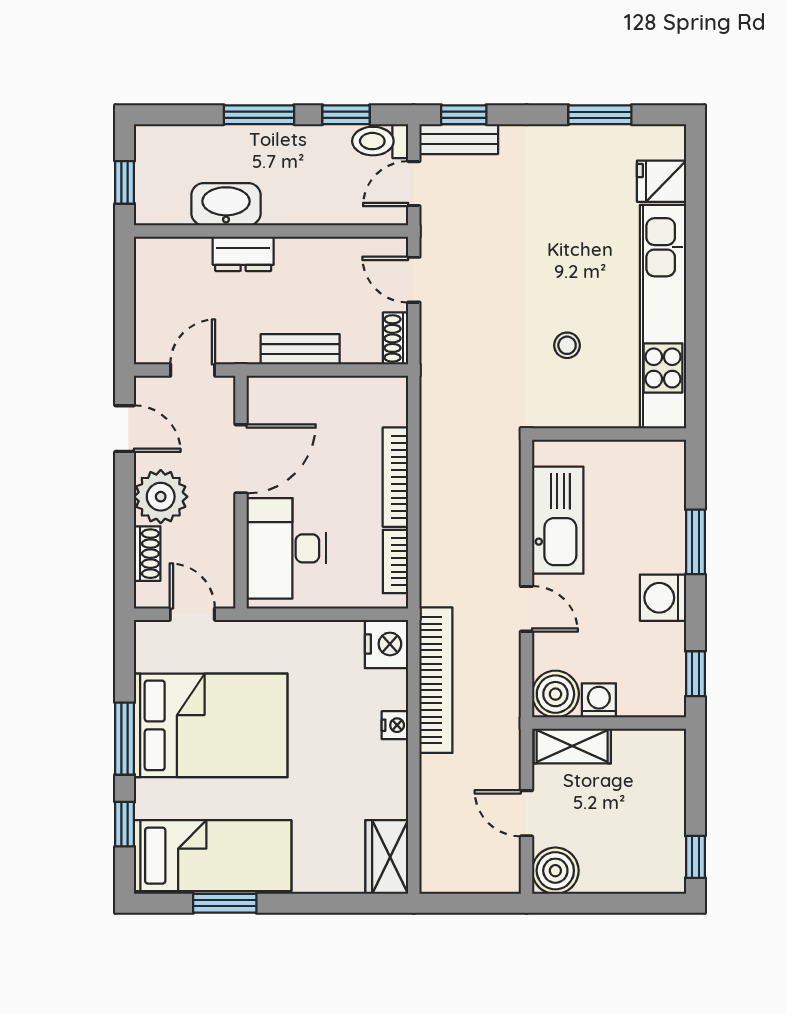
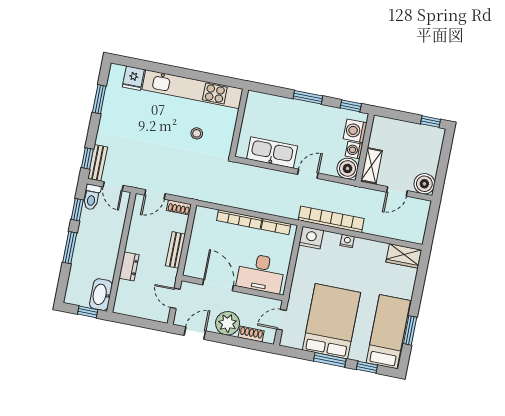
washbasin: (226, 204) -> (101, 295), moved
window: (695, 542) -> (308, 97), moved
washing machine: (663, 598) -> (355, 131), moved, turned 90

